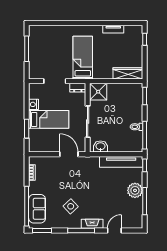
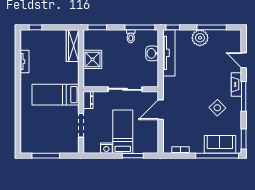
shower: (98, 92) -> (92, 59), moved
washbasin: (100, 147) -> (152, 53), moved

